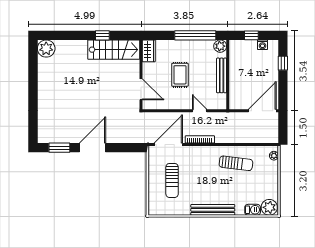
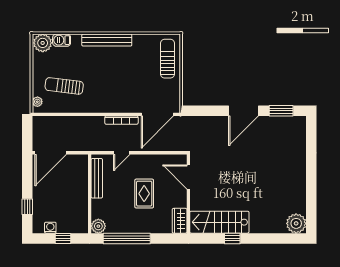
bench: (222, 75) -> (97, 178), moved
door: (200, 111) -> (122, 153), hinge flipped
sun lounger: (236, 163) -> (64, 86), moved
sun lounger: (172, 180) -> (167, 59), moved

